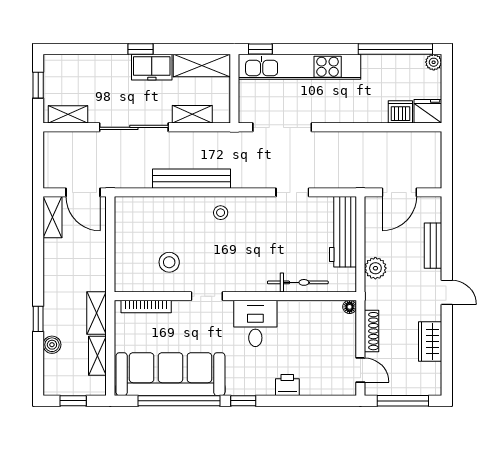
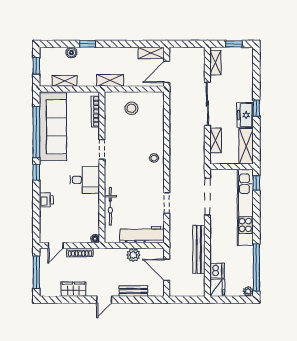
bench: (191, 179) -> (199, 249), moved
stool: (169, 262) -> (131, 108), moved
plant: (375, 268) -> (133, 255), moved
shelving: (97, 313) -> (110, 80), moved

